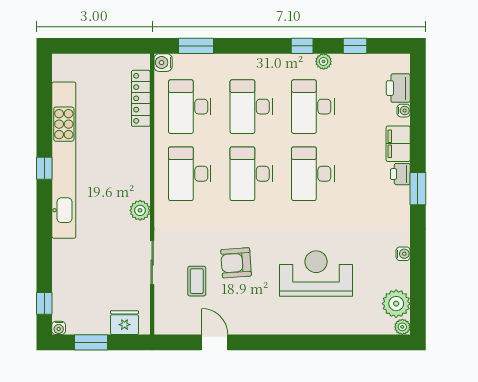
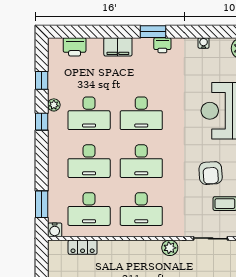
locker: (141, 98) -> (83, 247), width x0.66
water cooler: (404, 111) -> (92, 43), removed
printer: (400, 174) -> (162, 45), moved

